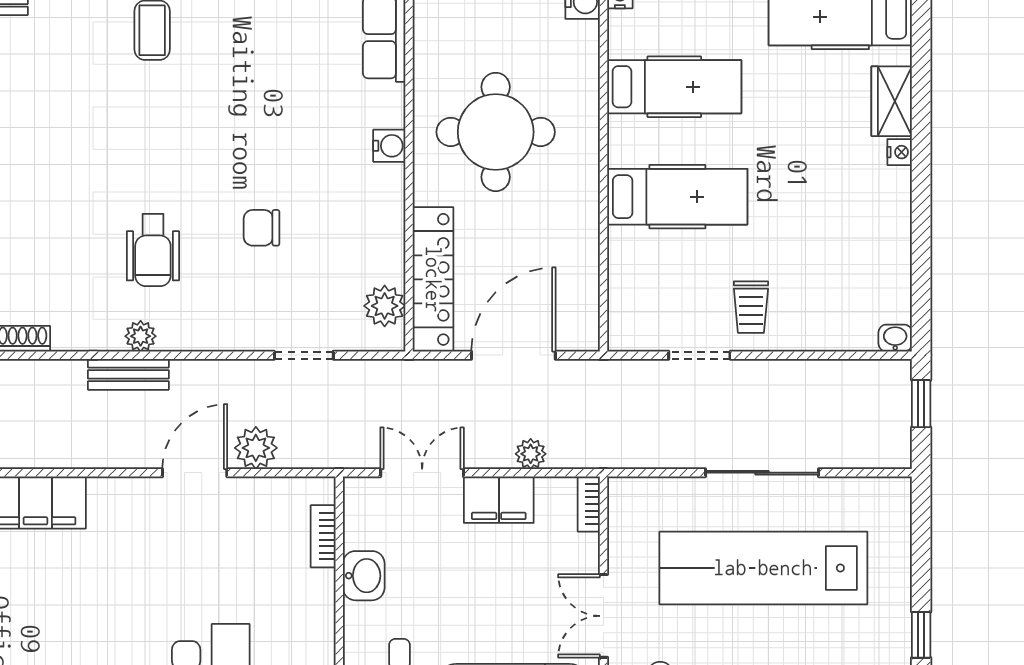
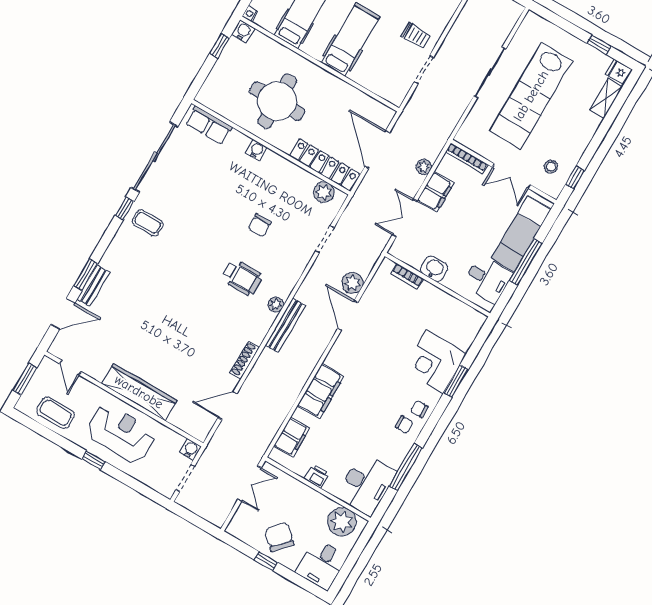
bench: (128, 374) -> (285, 325), width x1.36
bookcase: (589, 504) -> (467, 158), width x1.56

